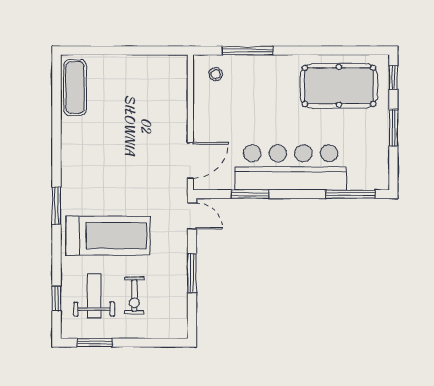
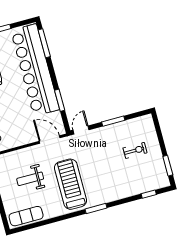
bar counter: (291, 167) -> (35, 70), width x1.36
treadmill: (108, 236) -> (71, 184), moved
weight bench: (94, 296) -> (30, 179), moved

